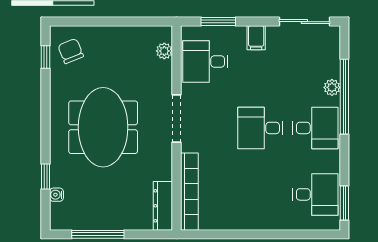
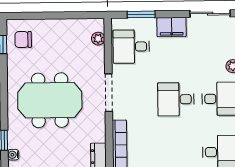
filing cabinet: (256, 38) -> (172, 27), width x2.00
chair: (71, 51) -> (23, 40), turned -68
meeting table: (103, 127) -> (50, 100), turned 90

